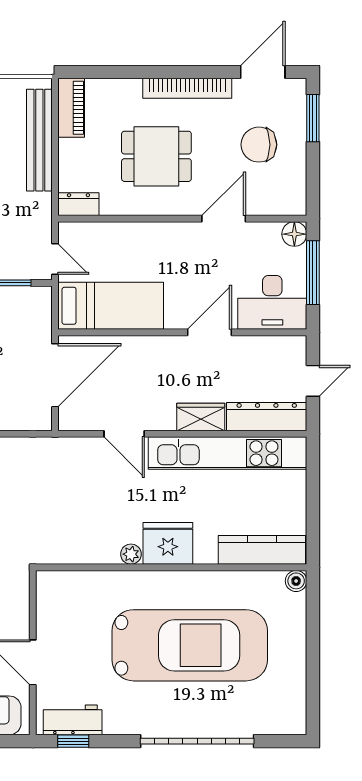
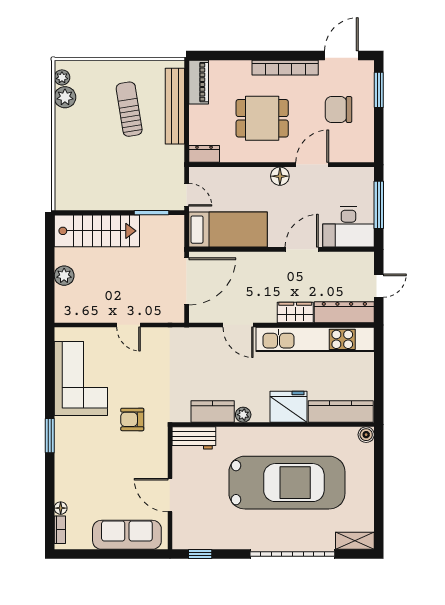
floor lamp: (294, 234) -> (280, 176), moved
fridge: (168, 543) -> (288, 407), moved
kitchen counter: (90, 550) -> (213, 411), added
workbench: (73, 720) -> (194, 438), moved, turned 180
shelving: (281, 723) -> (355, 541), added

